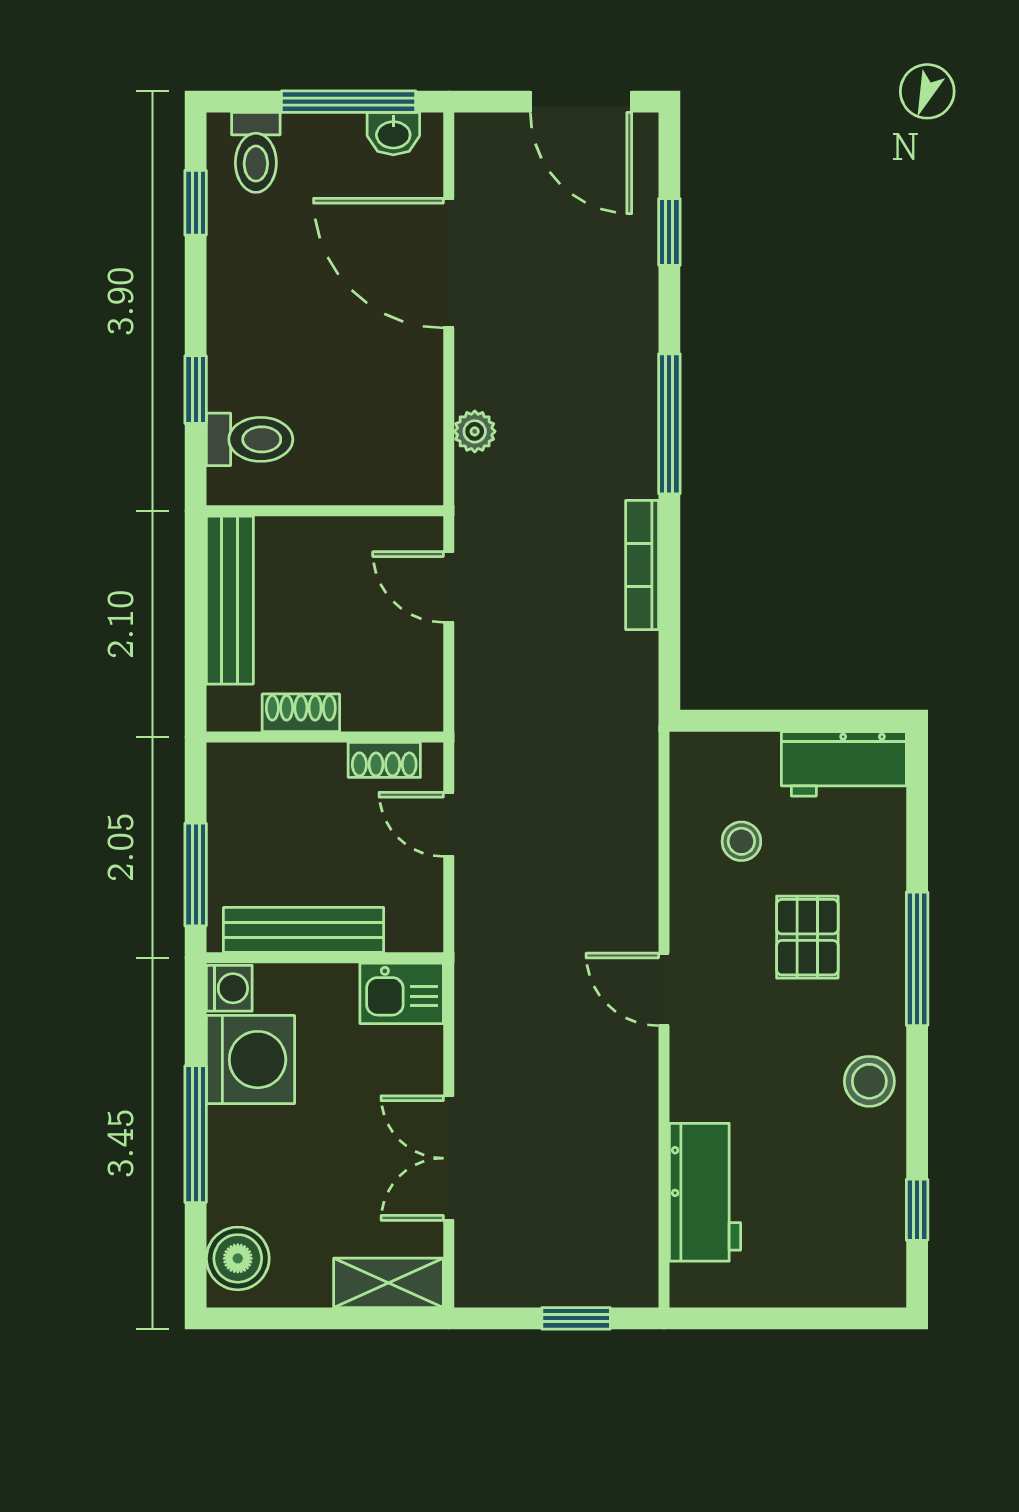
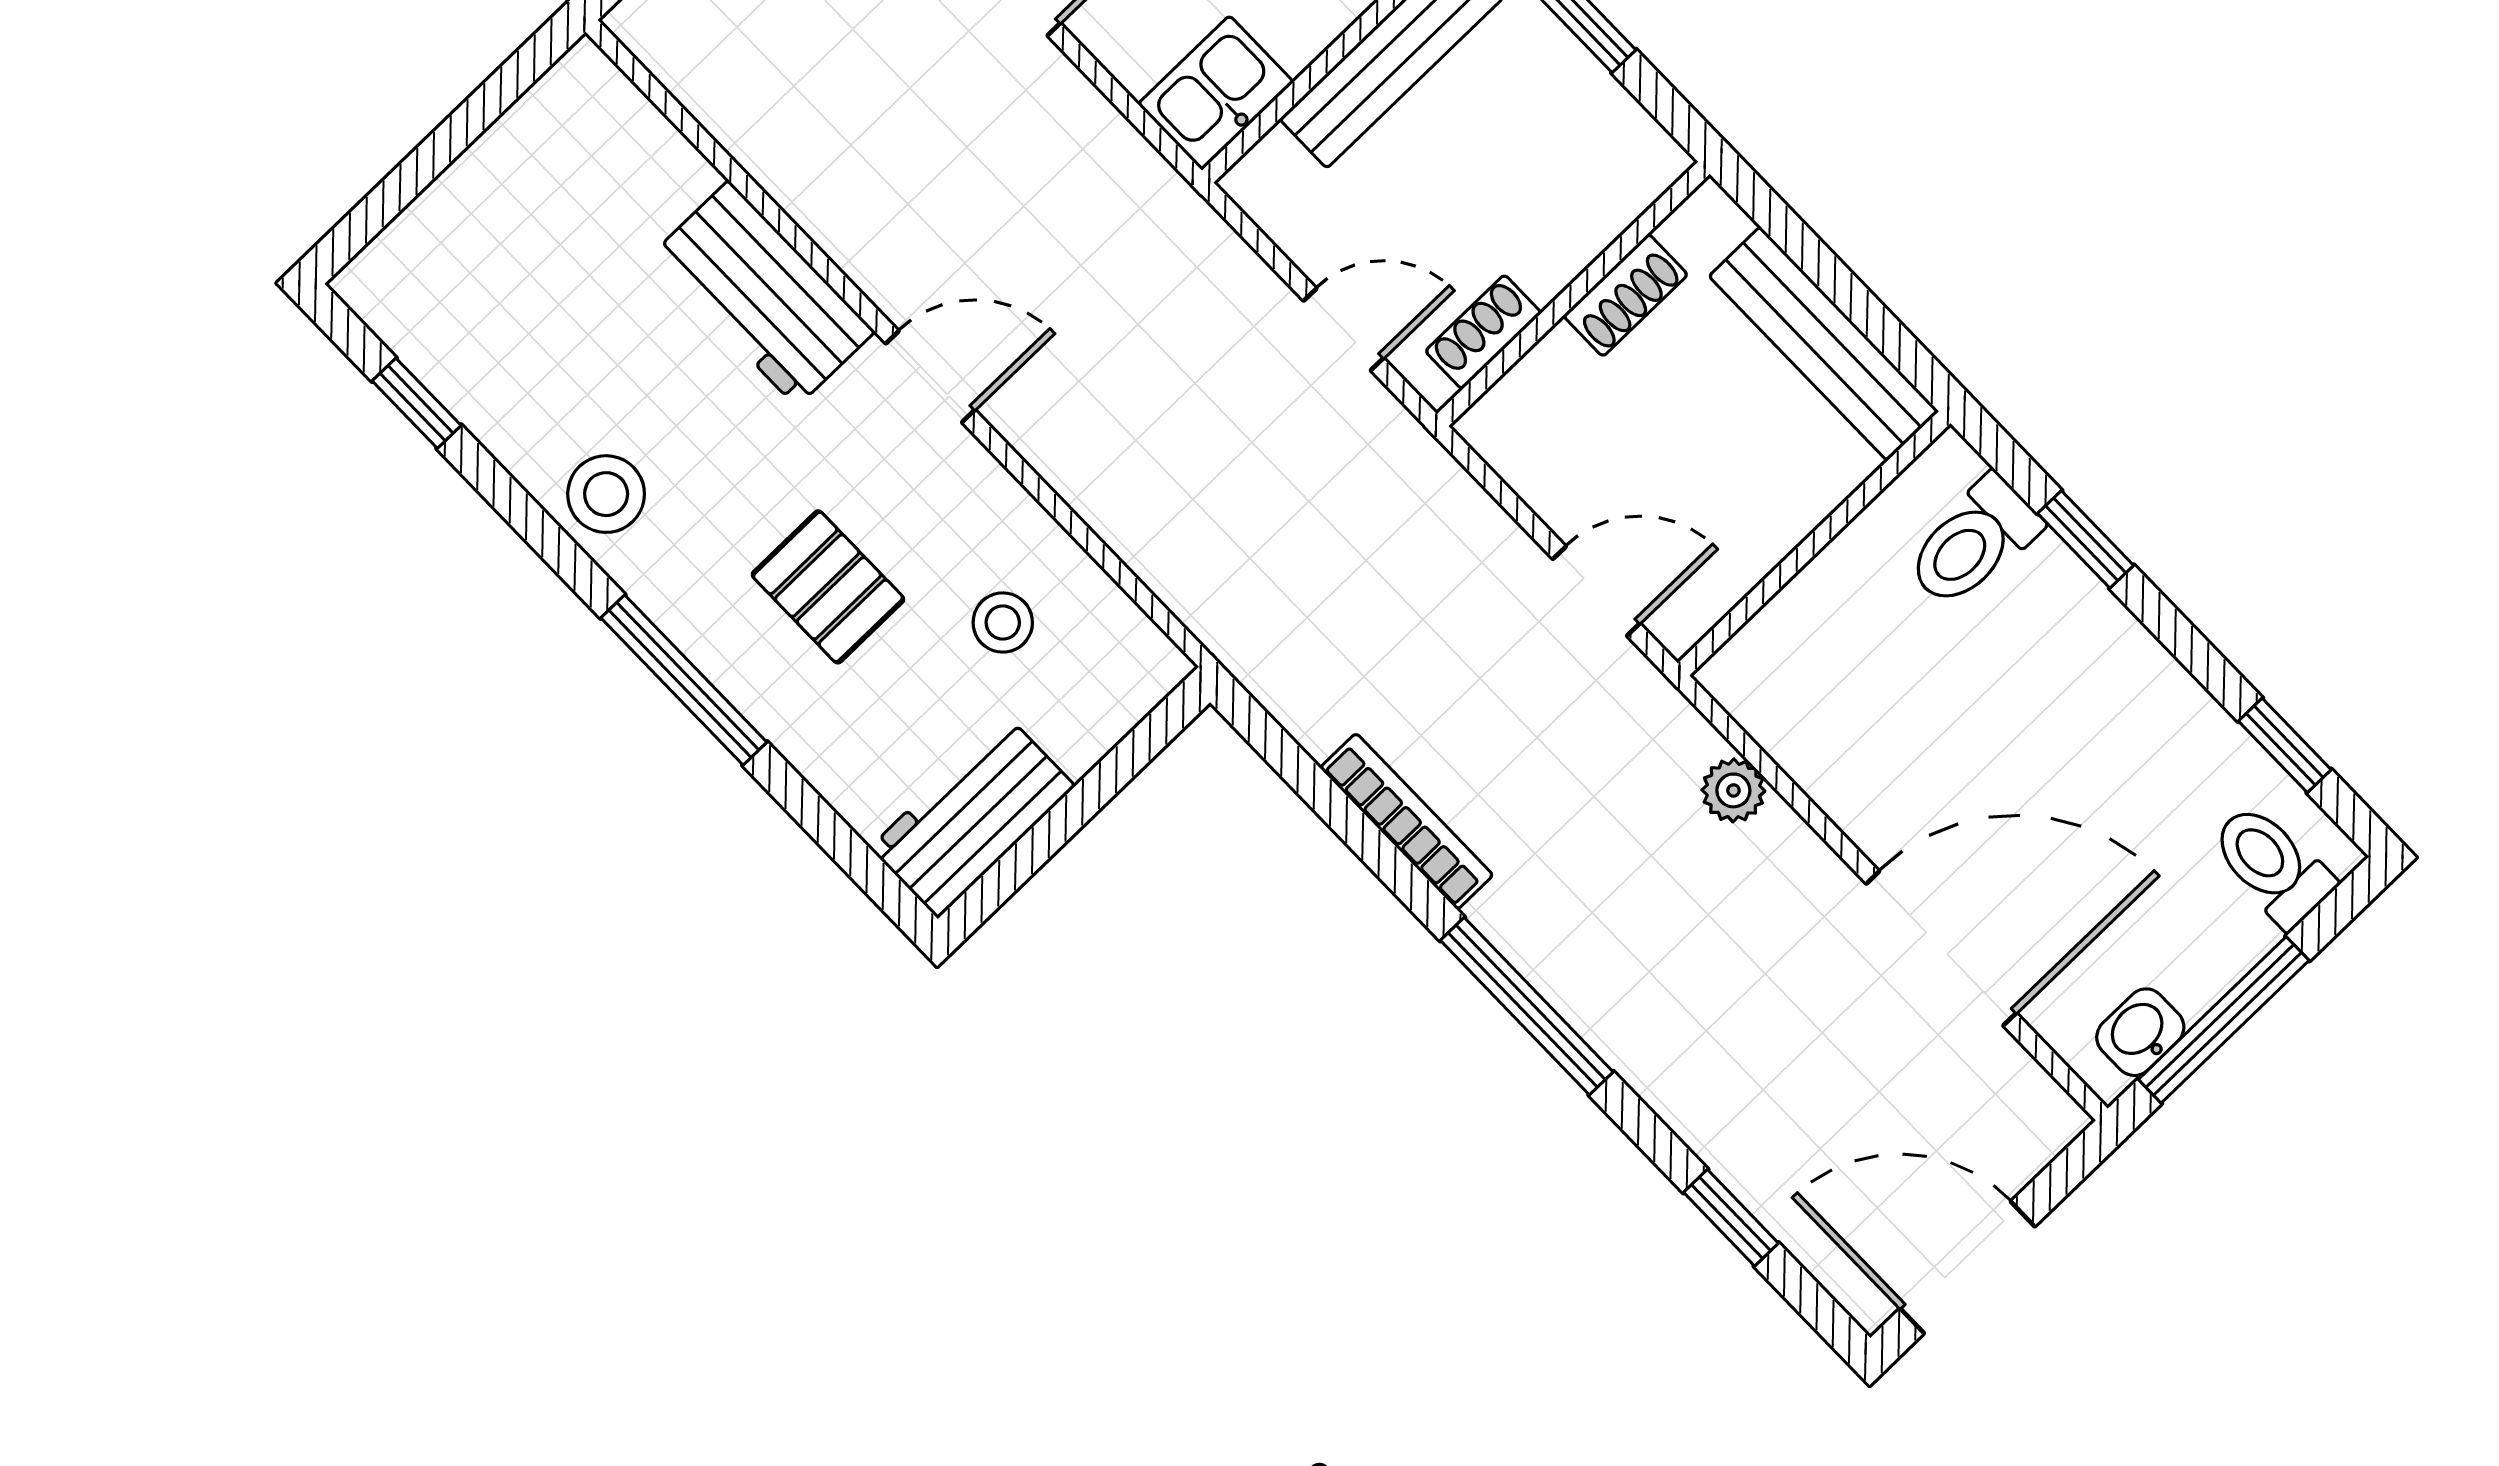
workbench: (705, 1192) -> (763, 294), moved

